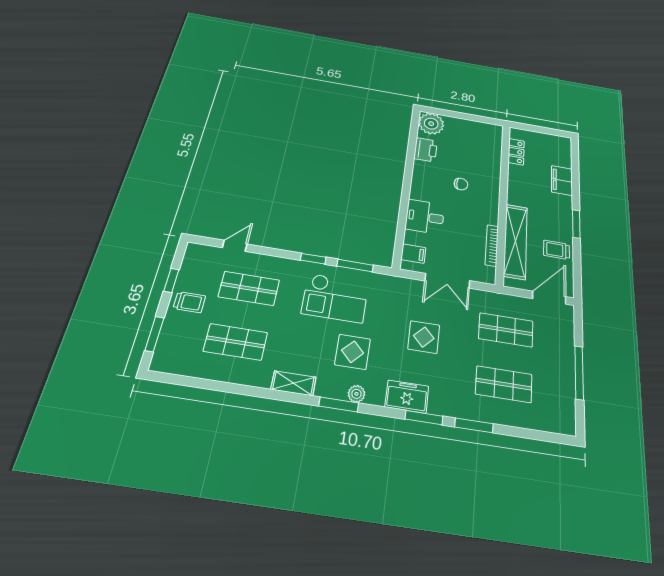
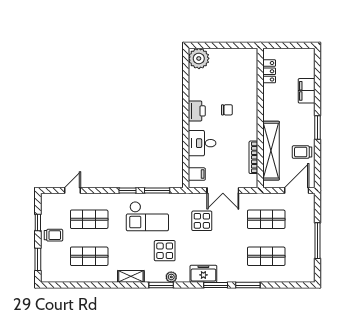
printer: (426, 150) -> (197, 111), moved
display table: (424, 337) -> (202, 221), moved

